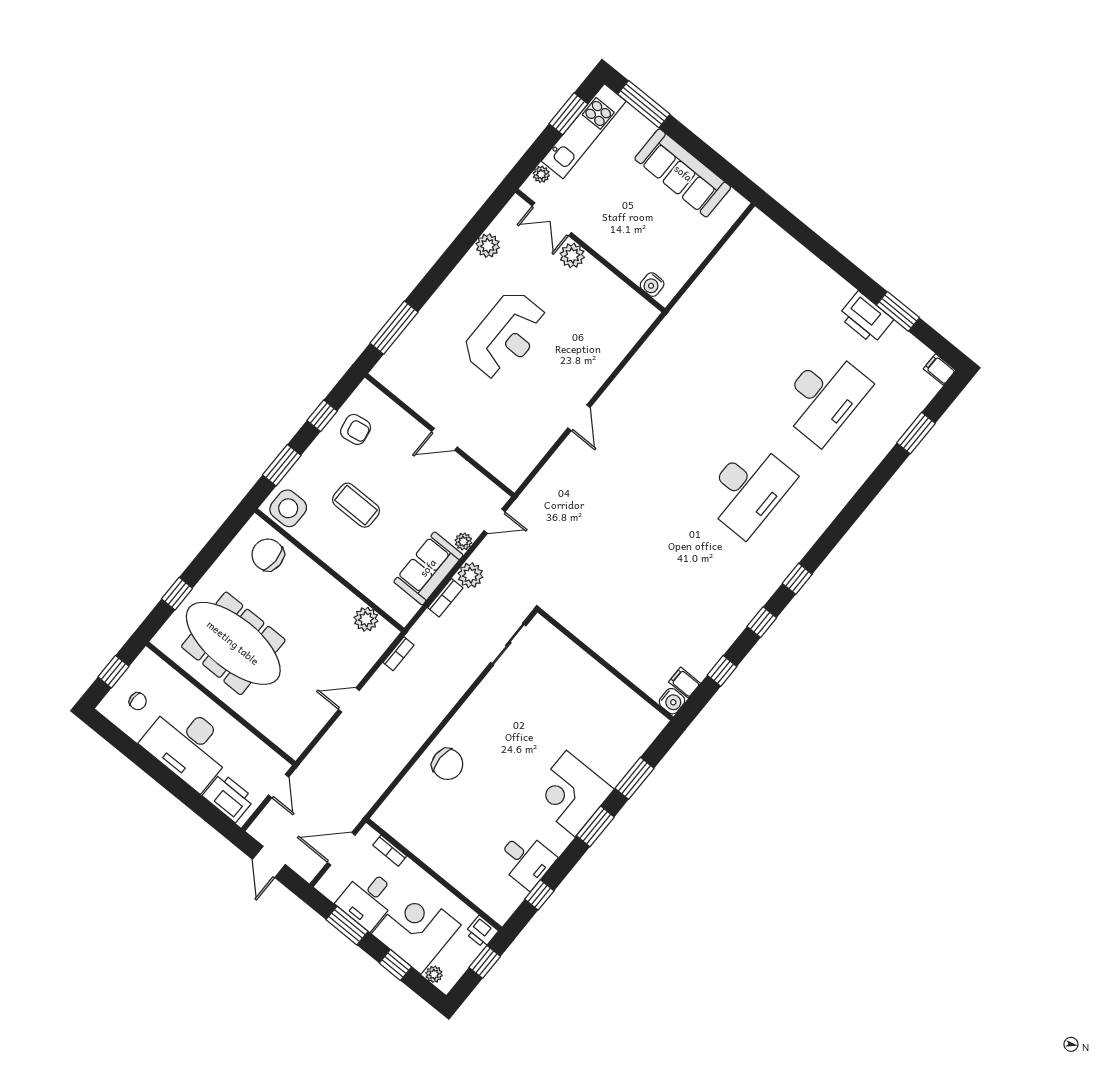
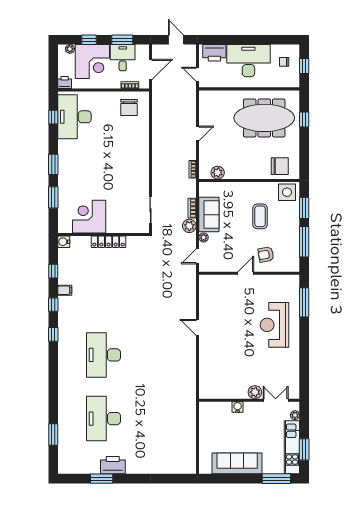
plant: (488, 246) -> (293, 368), removed
water cooler: (652, 285) -> (238, 407), moved
reception desk: (506, 335) -> (274, 325), moved
filing cabinet: (940, 369) -> (65, 469), removed
window: (322, 416) -> (304, 242), width x2.17
armchair: (356, 429) -> (266, 255), moved
coffee table: (356, 505) -> (260, 216), turned 90
locker: (607, 648) -> (109, 242), added
filing cabinet: (684, 683) -> (65, 290), moved
chair: (447, 764) -> (129, 108), moved, turned -90
corner desk: (571, 794) -> (89, 217), moved, turned -90
desk: (526, 860) -> (74, 117), width x1.87, depth x1.30
window: (485, 962) -> (53, 71), removed

